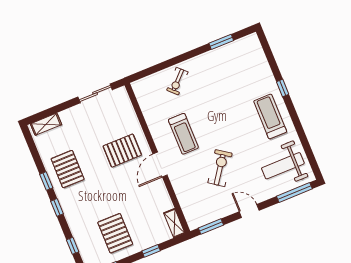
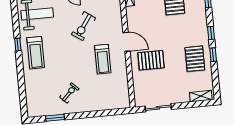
exercise bike: (177, 81) -> (69, 93), moved
window: (283, 88) -> (18, 45), moved
treadmill: (183, 134) -> (103, 59), turned 180
door: (160, 165) -> (126, 42), hinge flipped

